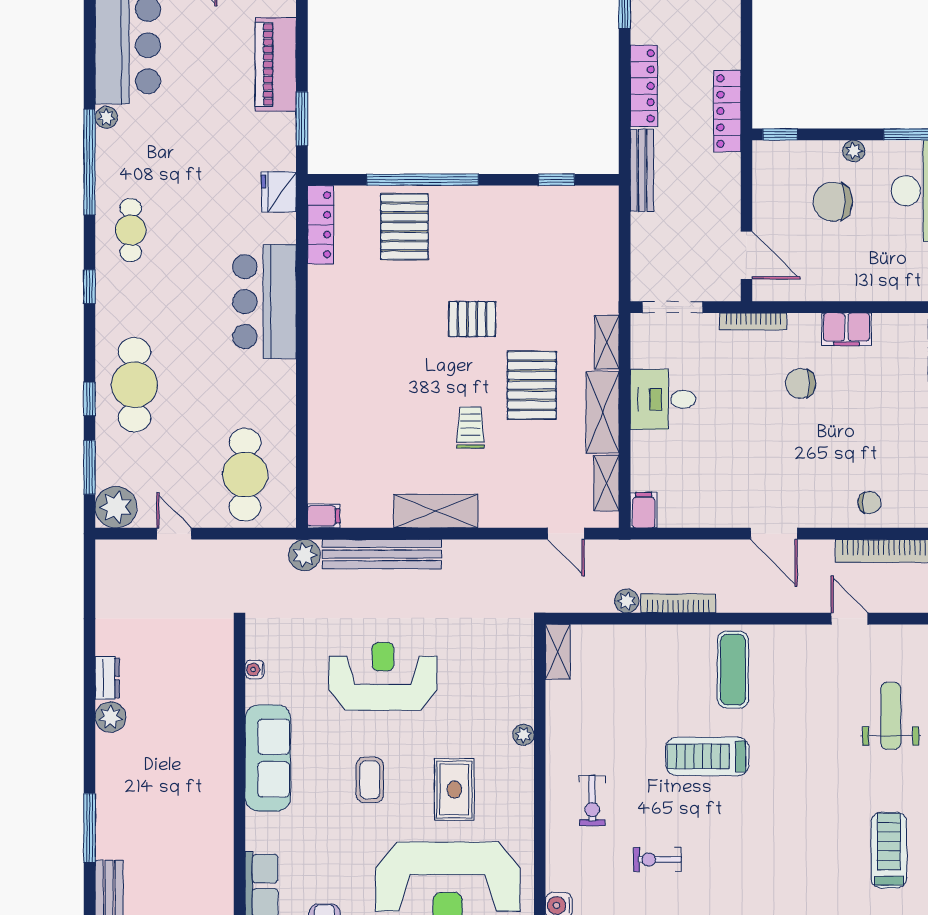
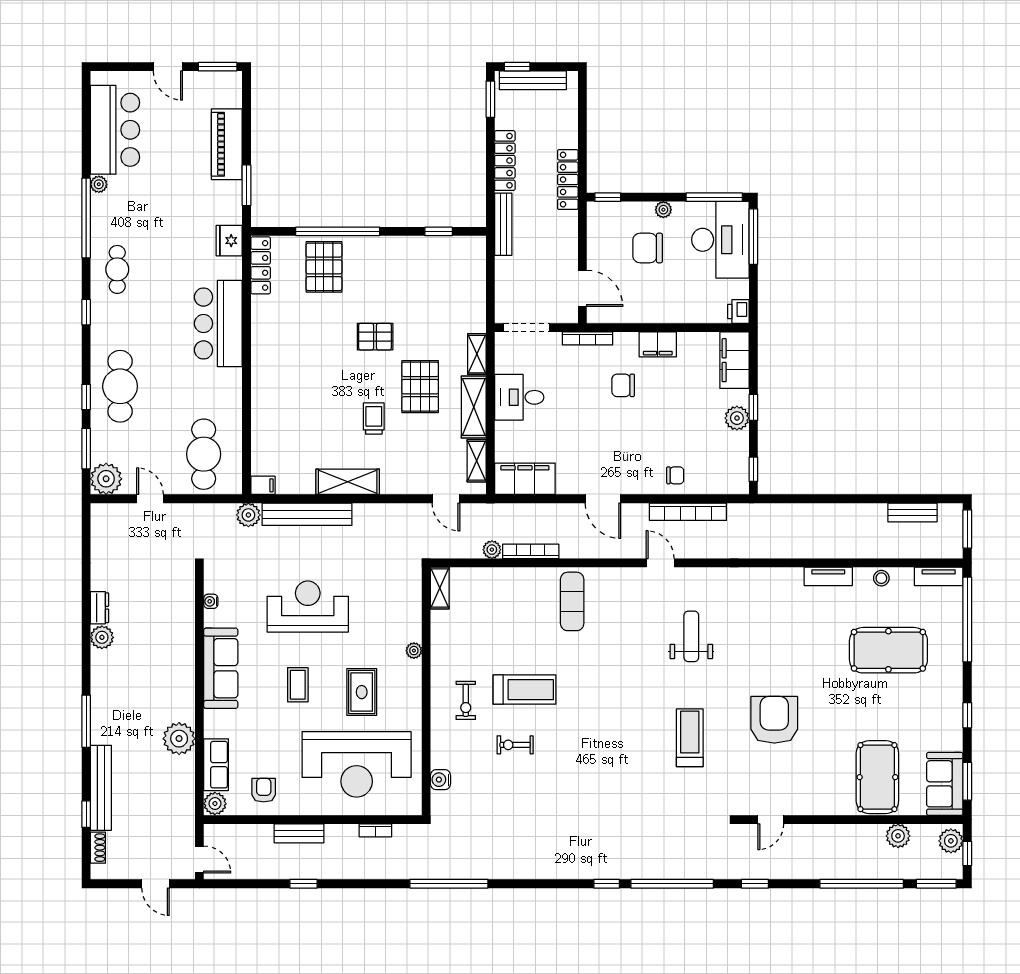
filing cabinet: (644, 510) -> (525, 479), width x3.00, depth x1.17
treadmill: (707, 756) -> (525, 690), moved, turned 180
plant: (213, 851) -> (179, 739), added

